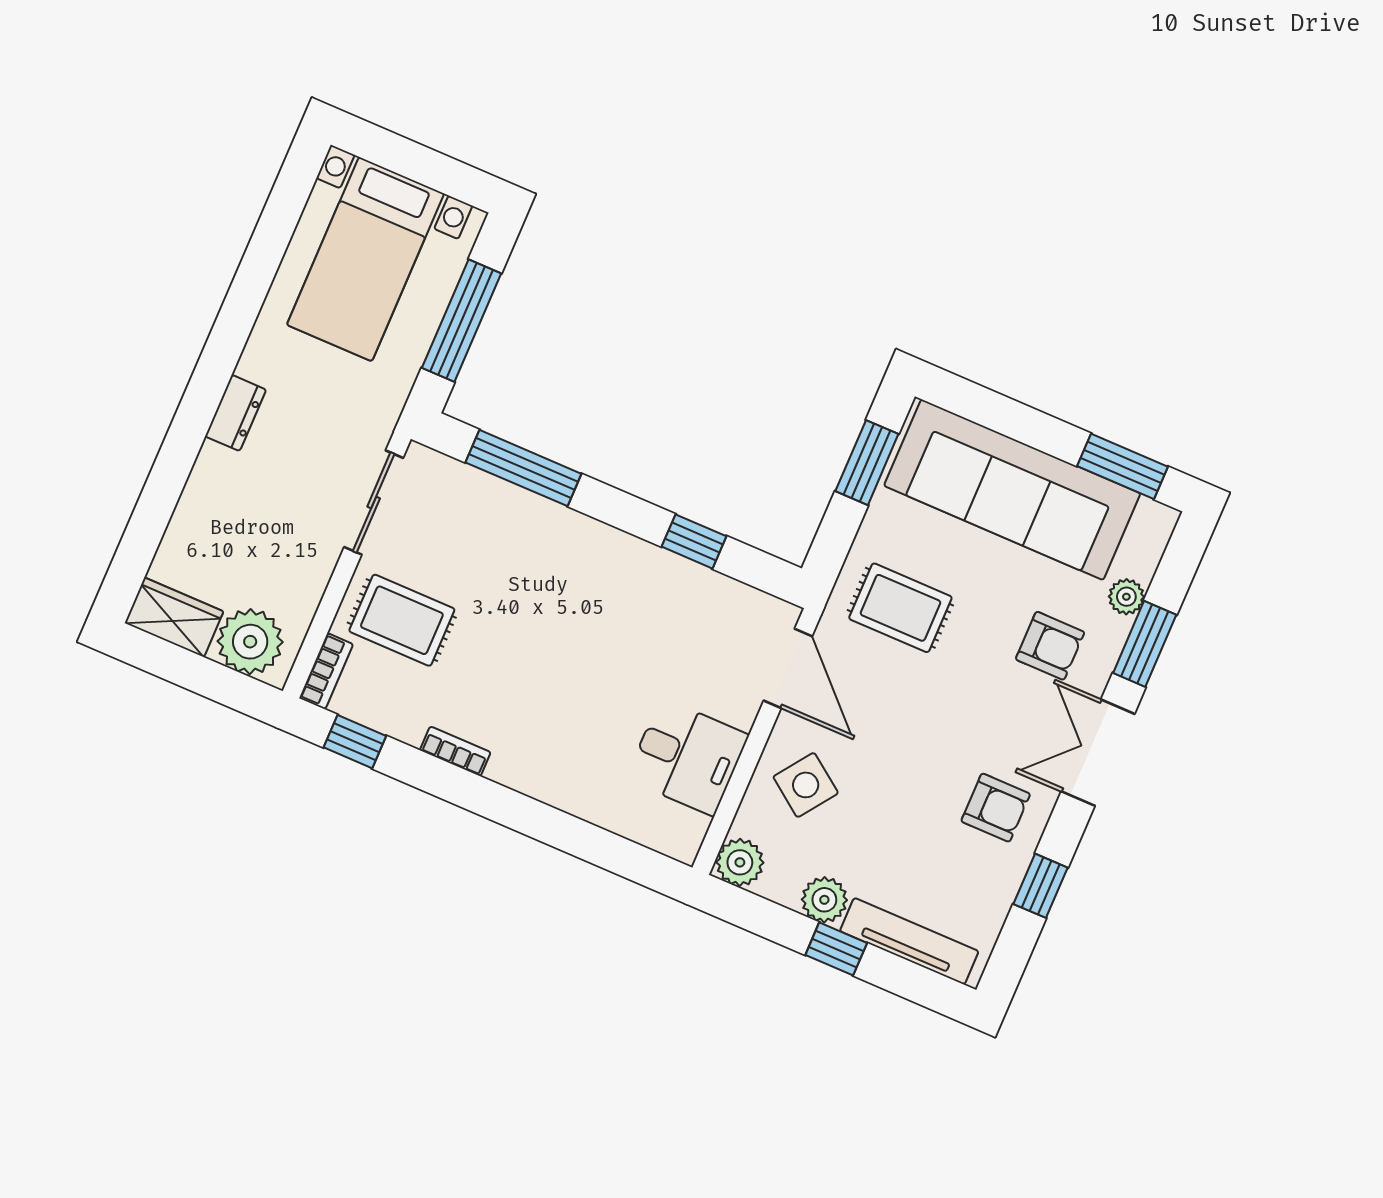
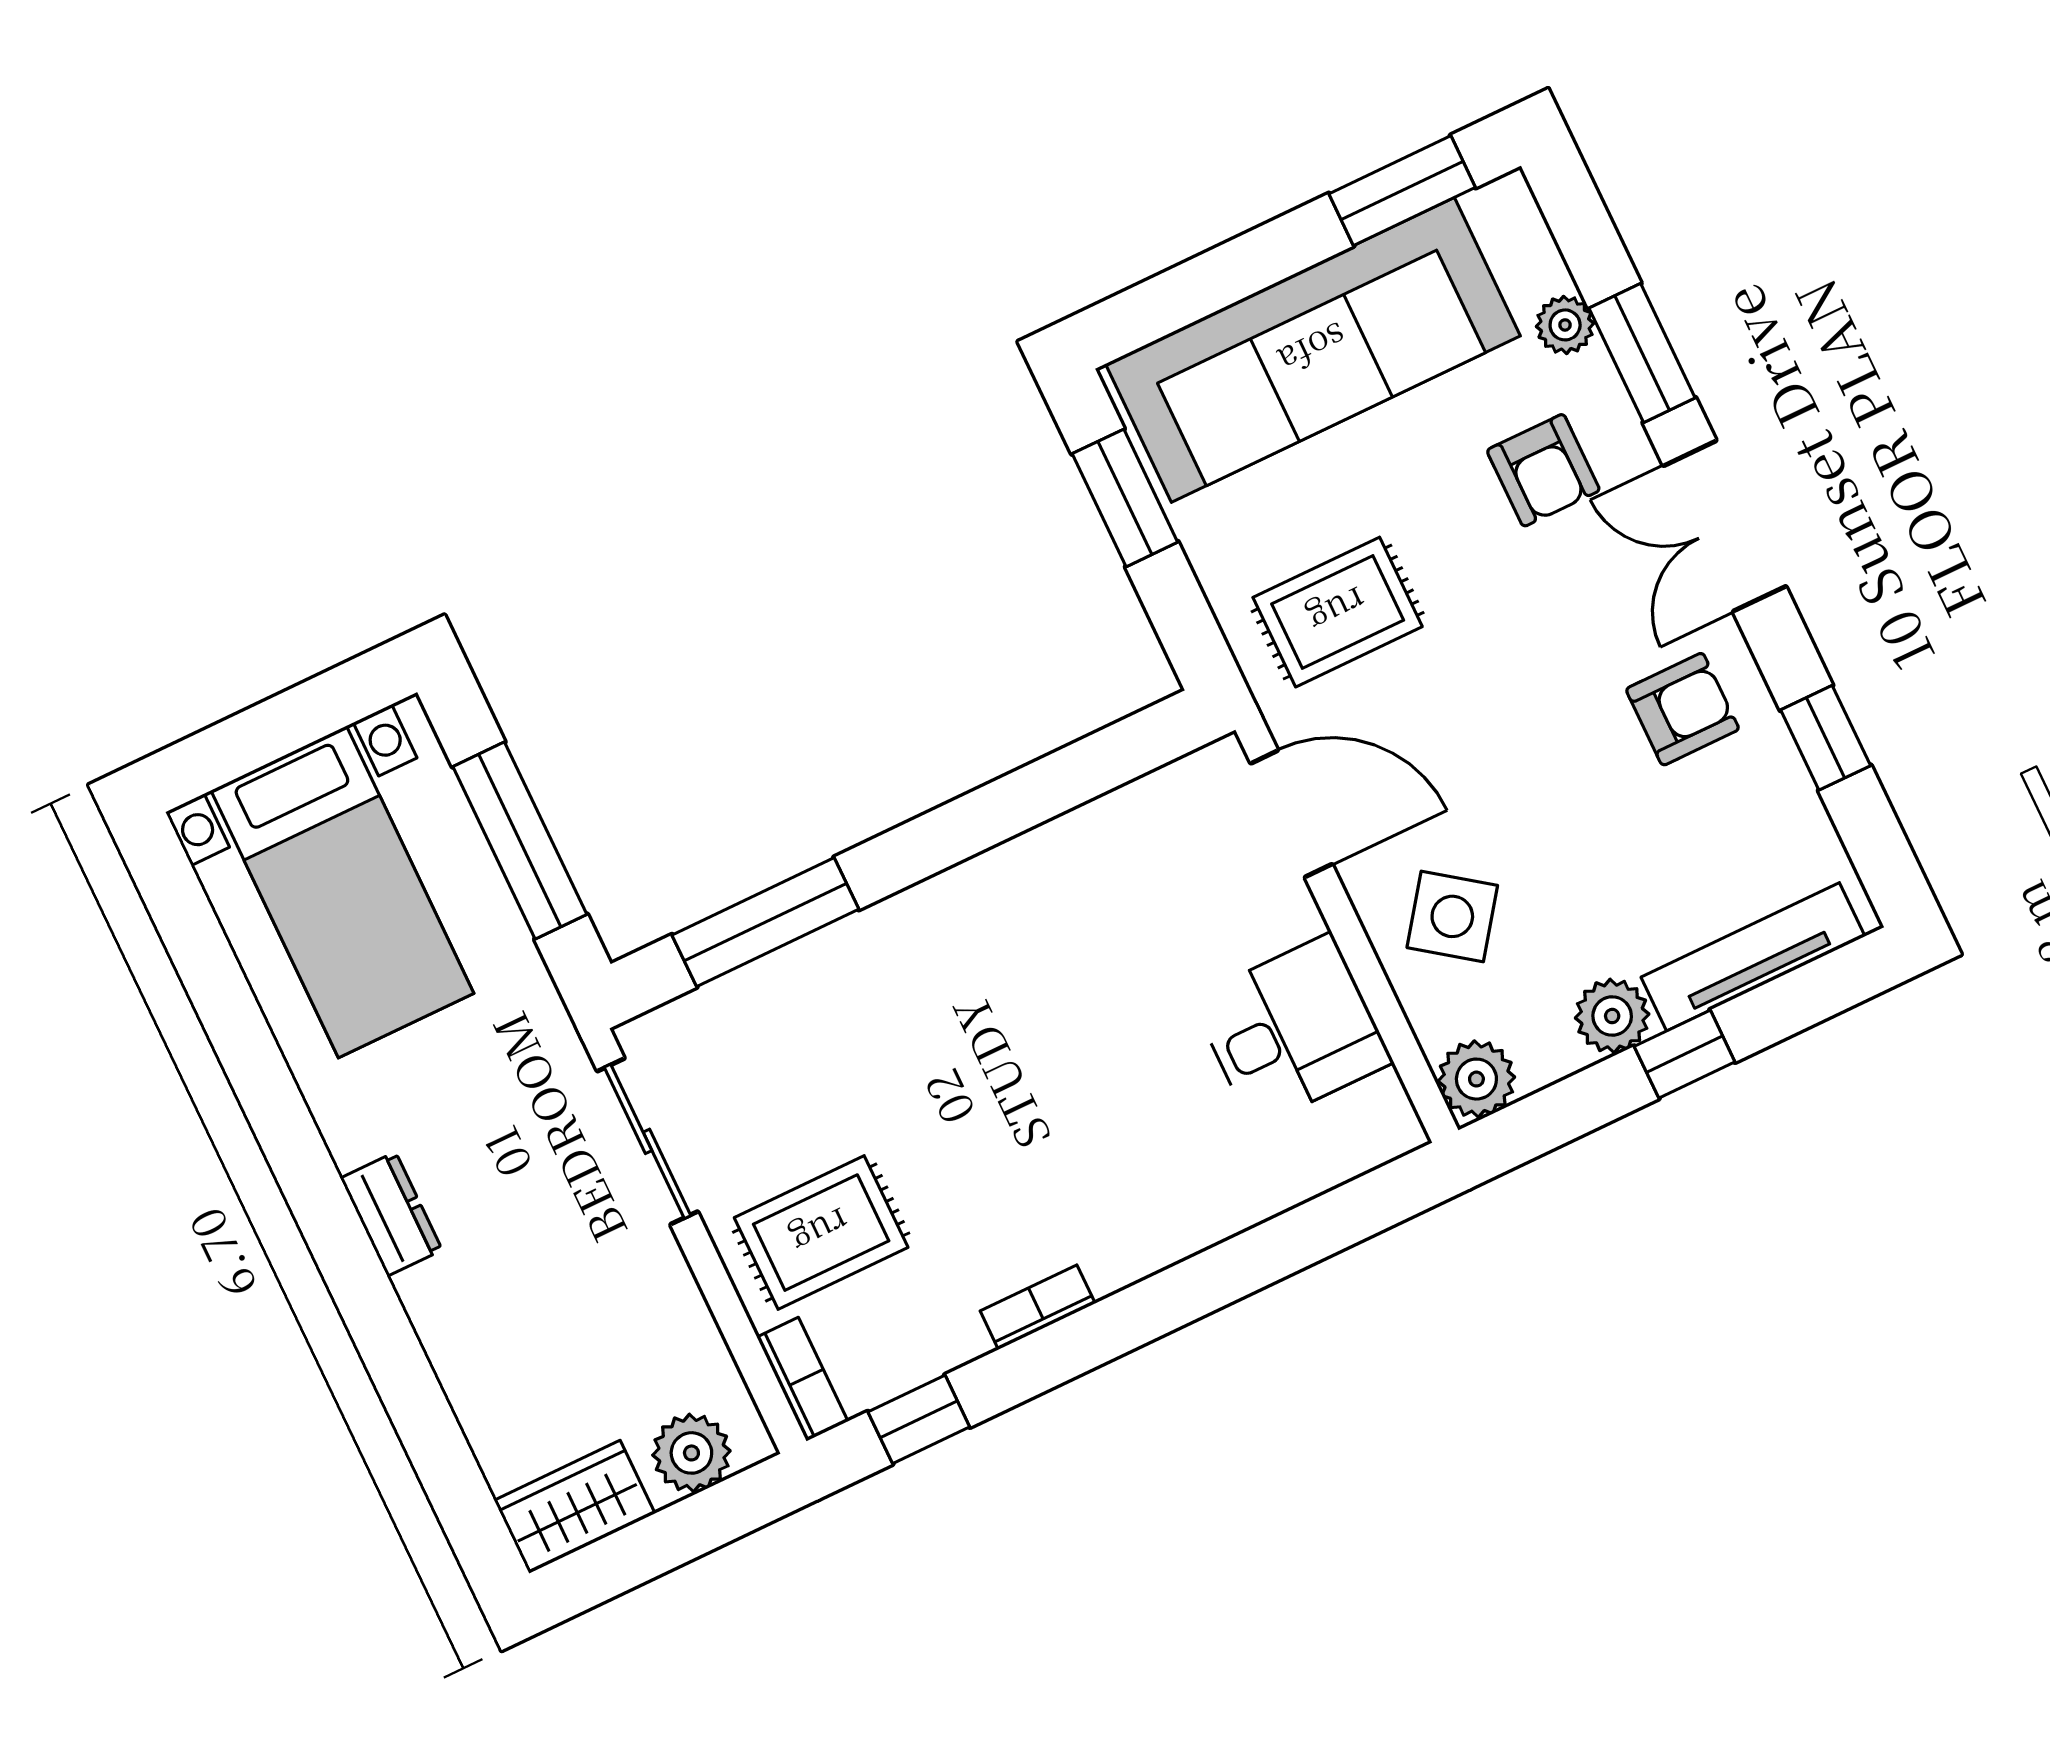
window: (694, 541) -> (1037, 793), removed
plant: (250, 642) -> (691, 1453), width x0.73, depth x0.73
armchair: (1050, 646) -> (1543, 470), turned 90

